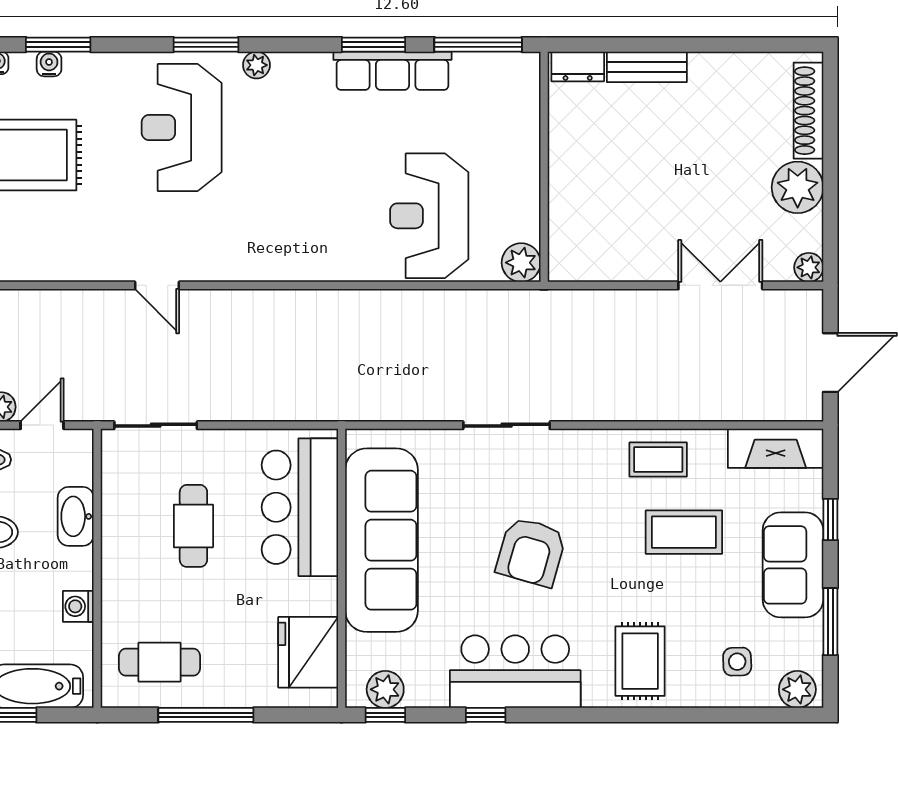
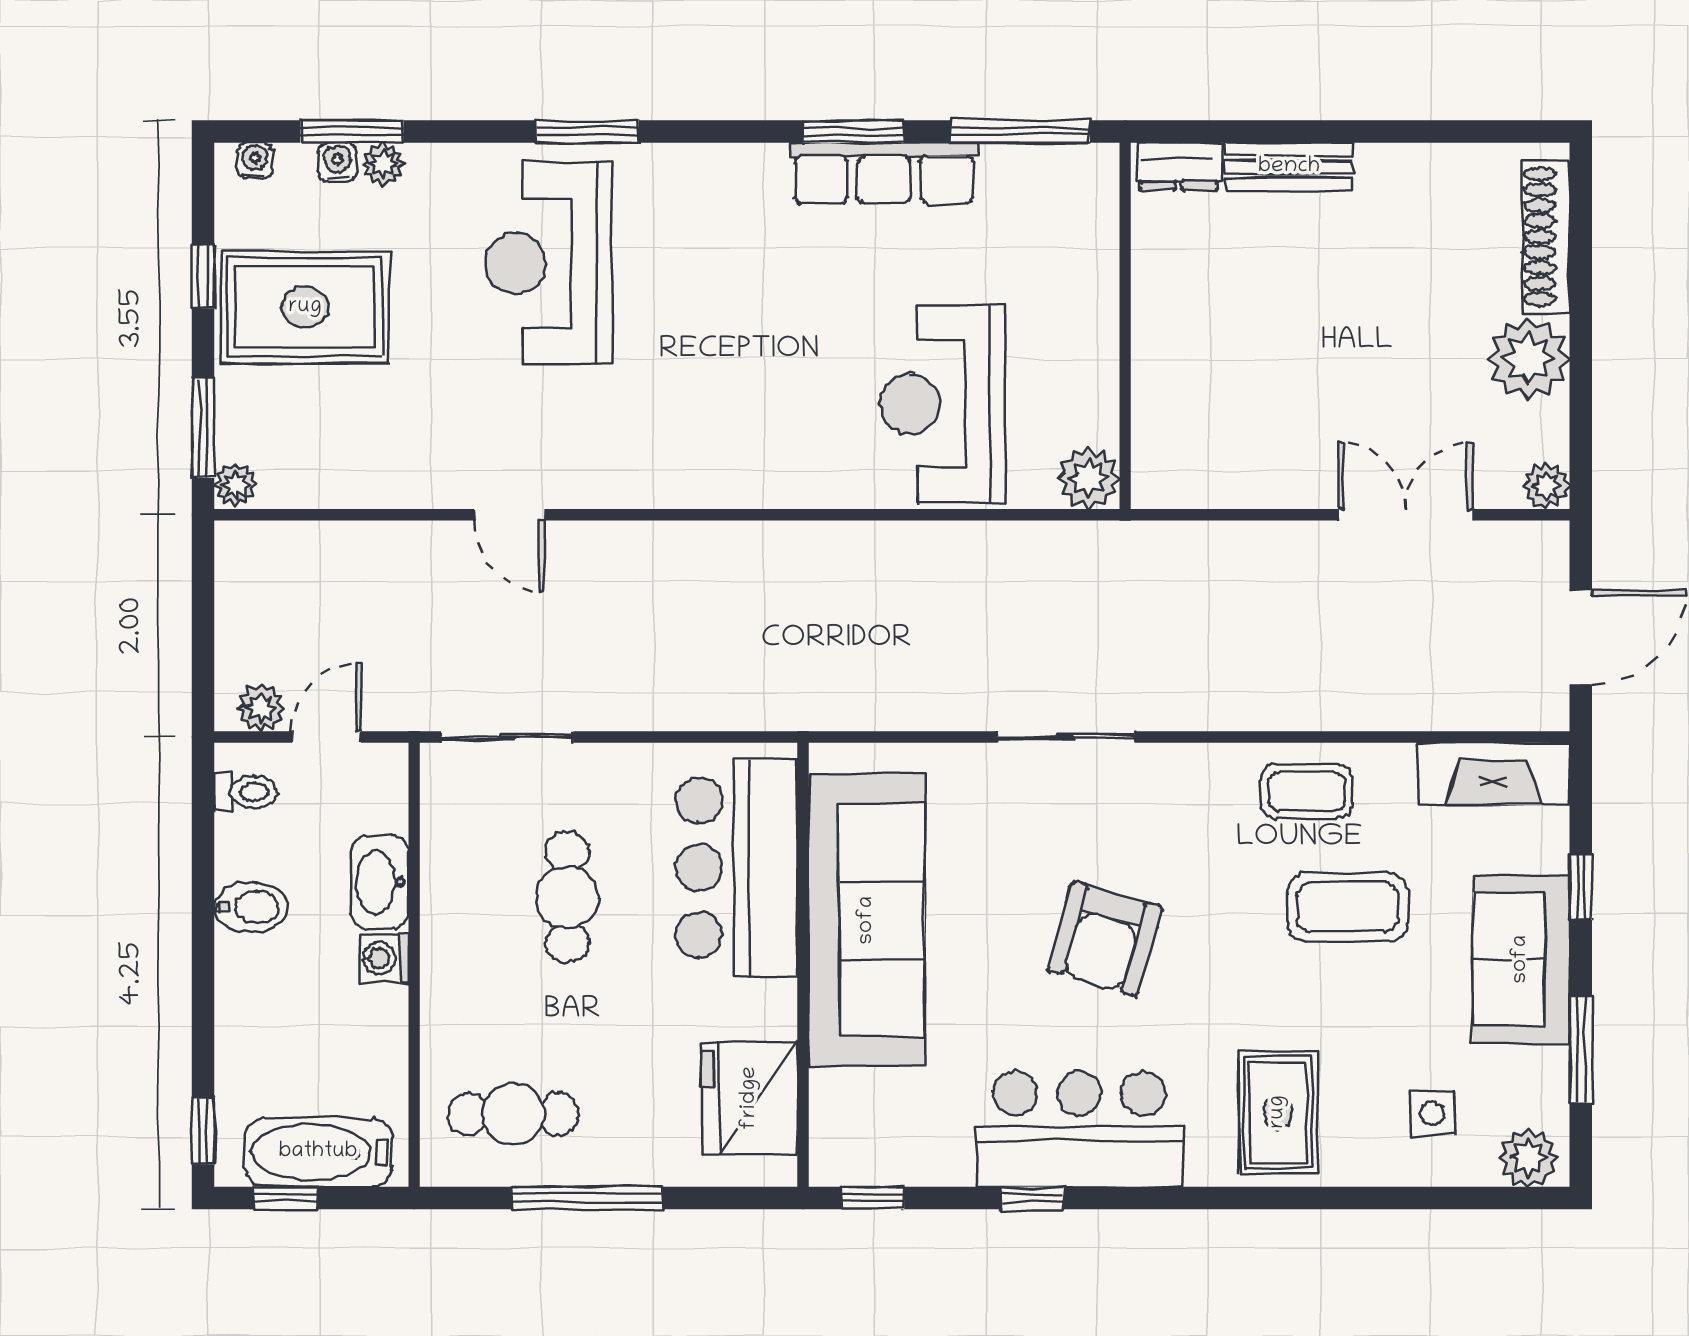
plant: (256, 65) -> (383, 164), moved
washing machine: (78, 606) -> (384, 958), moved
plant: (385, 689) -> (872, 1157), removed

